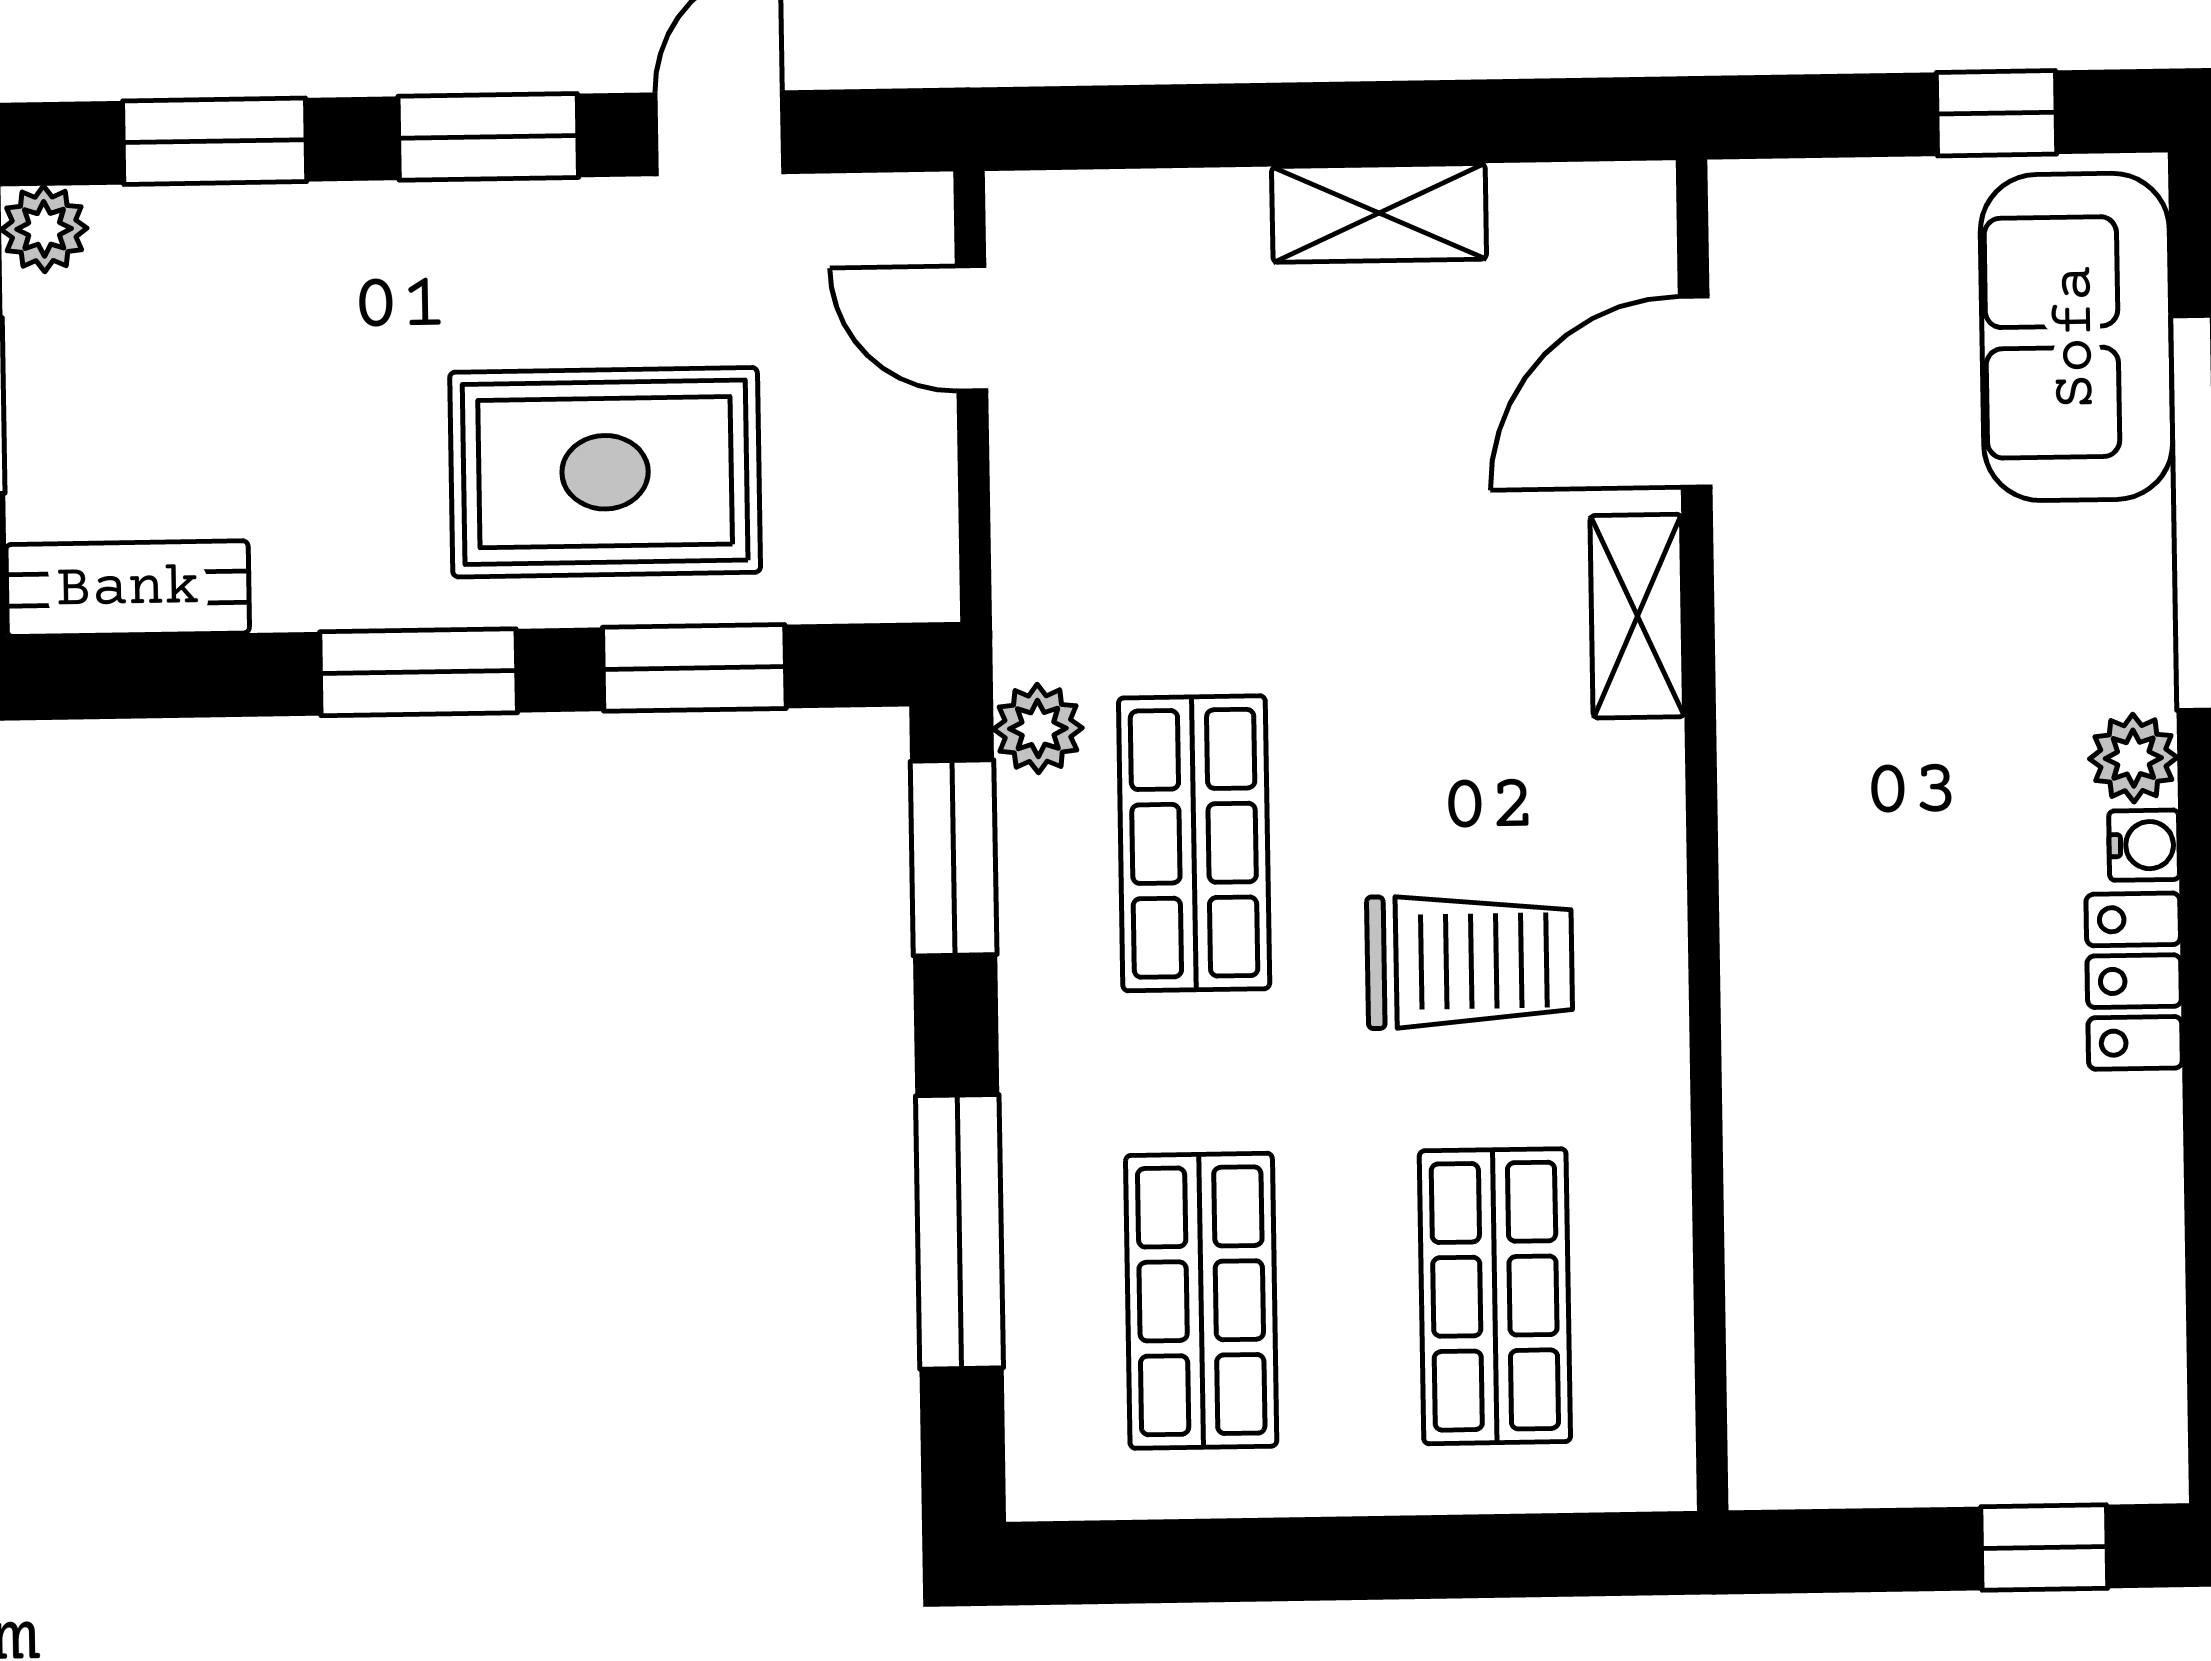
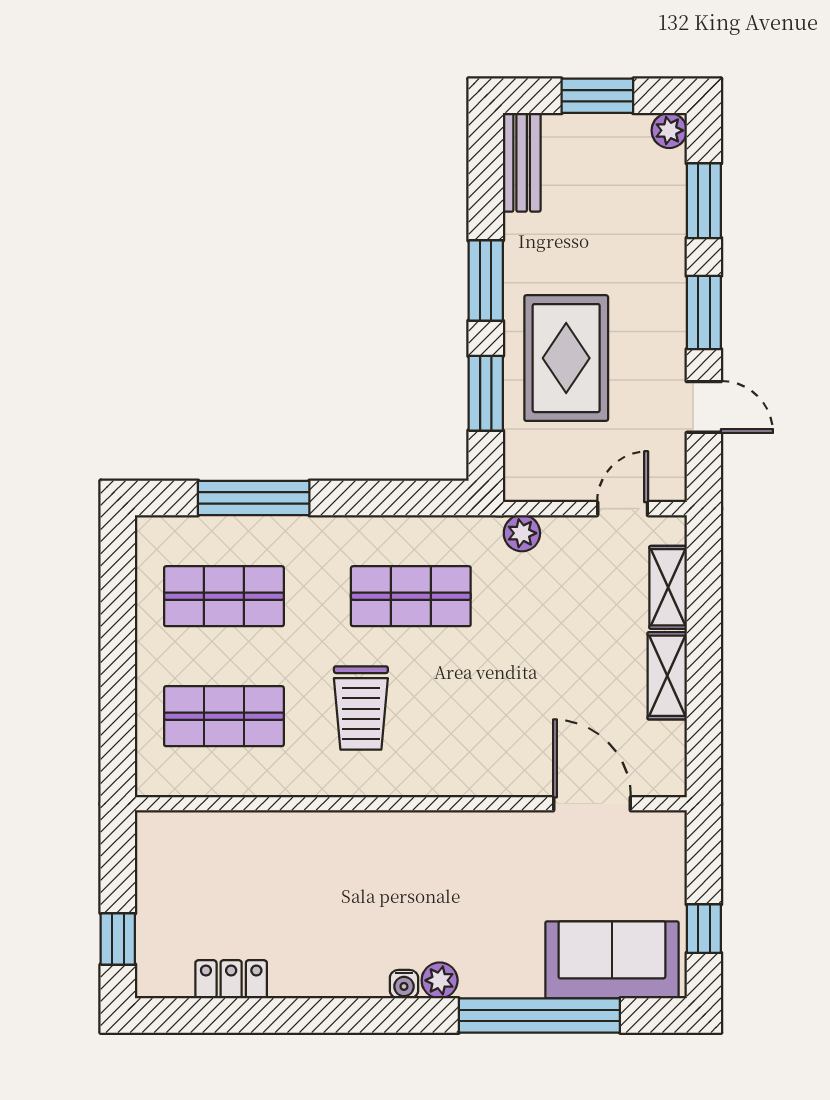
shelving: (1637, 616) -> (668, 587), moved, turned 90
plant: (1038, 729) -> (522, 533), moved
window: (954, 858) -> (406, 498), removed
locker: (2134, 981) -> (231, 979), moved

